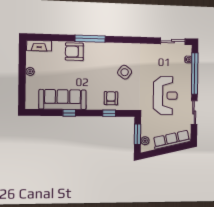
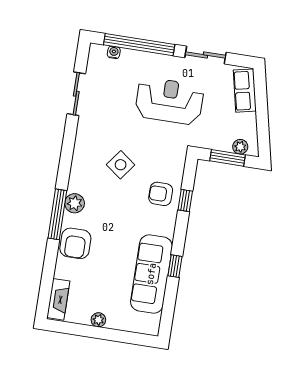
sliding door: (173, 41) -> (76, 94), moved
plant: (98, 48) -> (75, 203), added
row of seats: (172, 140) -> (245, 91), width x0.68

